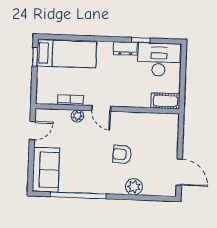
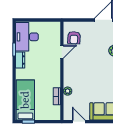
cot: (165, 101) -> (55, 31), removed
door: (101, 109) -> (62, 52), moved
armchair: (122, 154) -> (74, 38), moved

